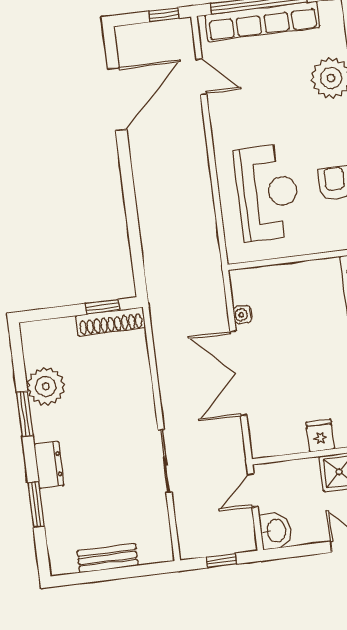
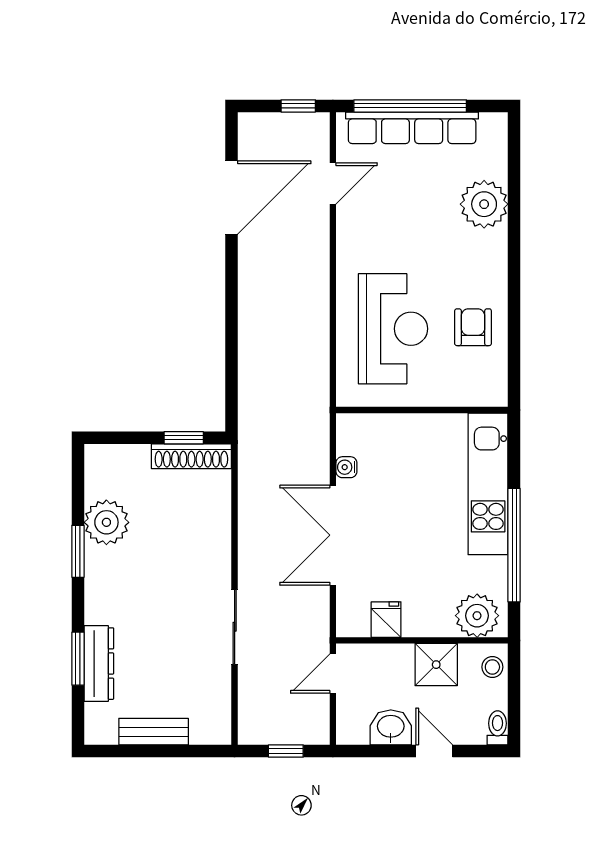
door: (201, 76) -> (333, 183), hinge flipped
fridge: (320, 436) -> (386, 620), moved
dresser: (49, 465) -> (99, 664), moved, width x1.44
washbasin: (276, 531) -> (391, 727), moved, turned -90

